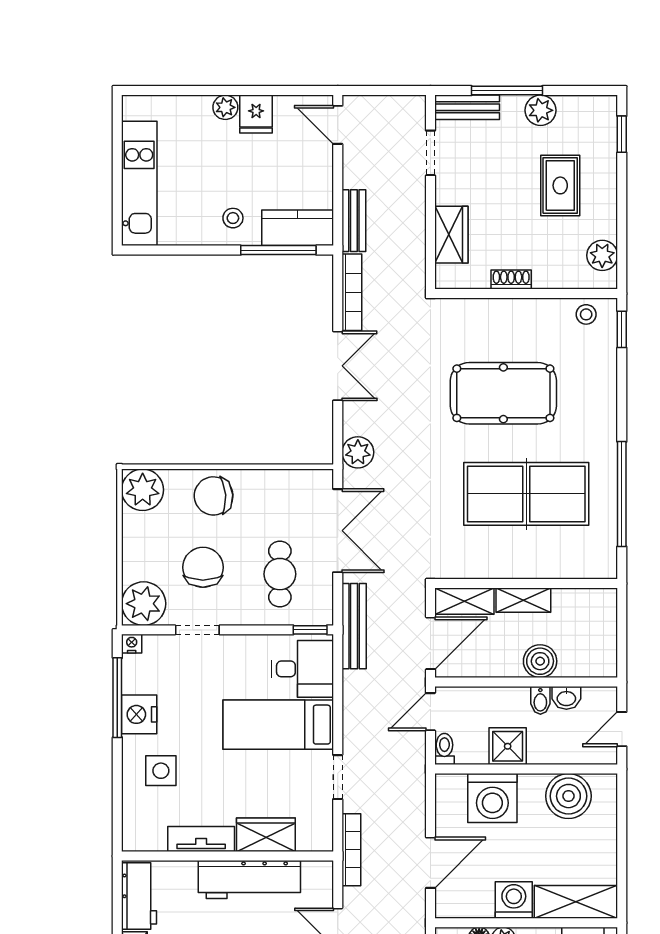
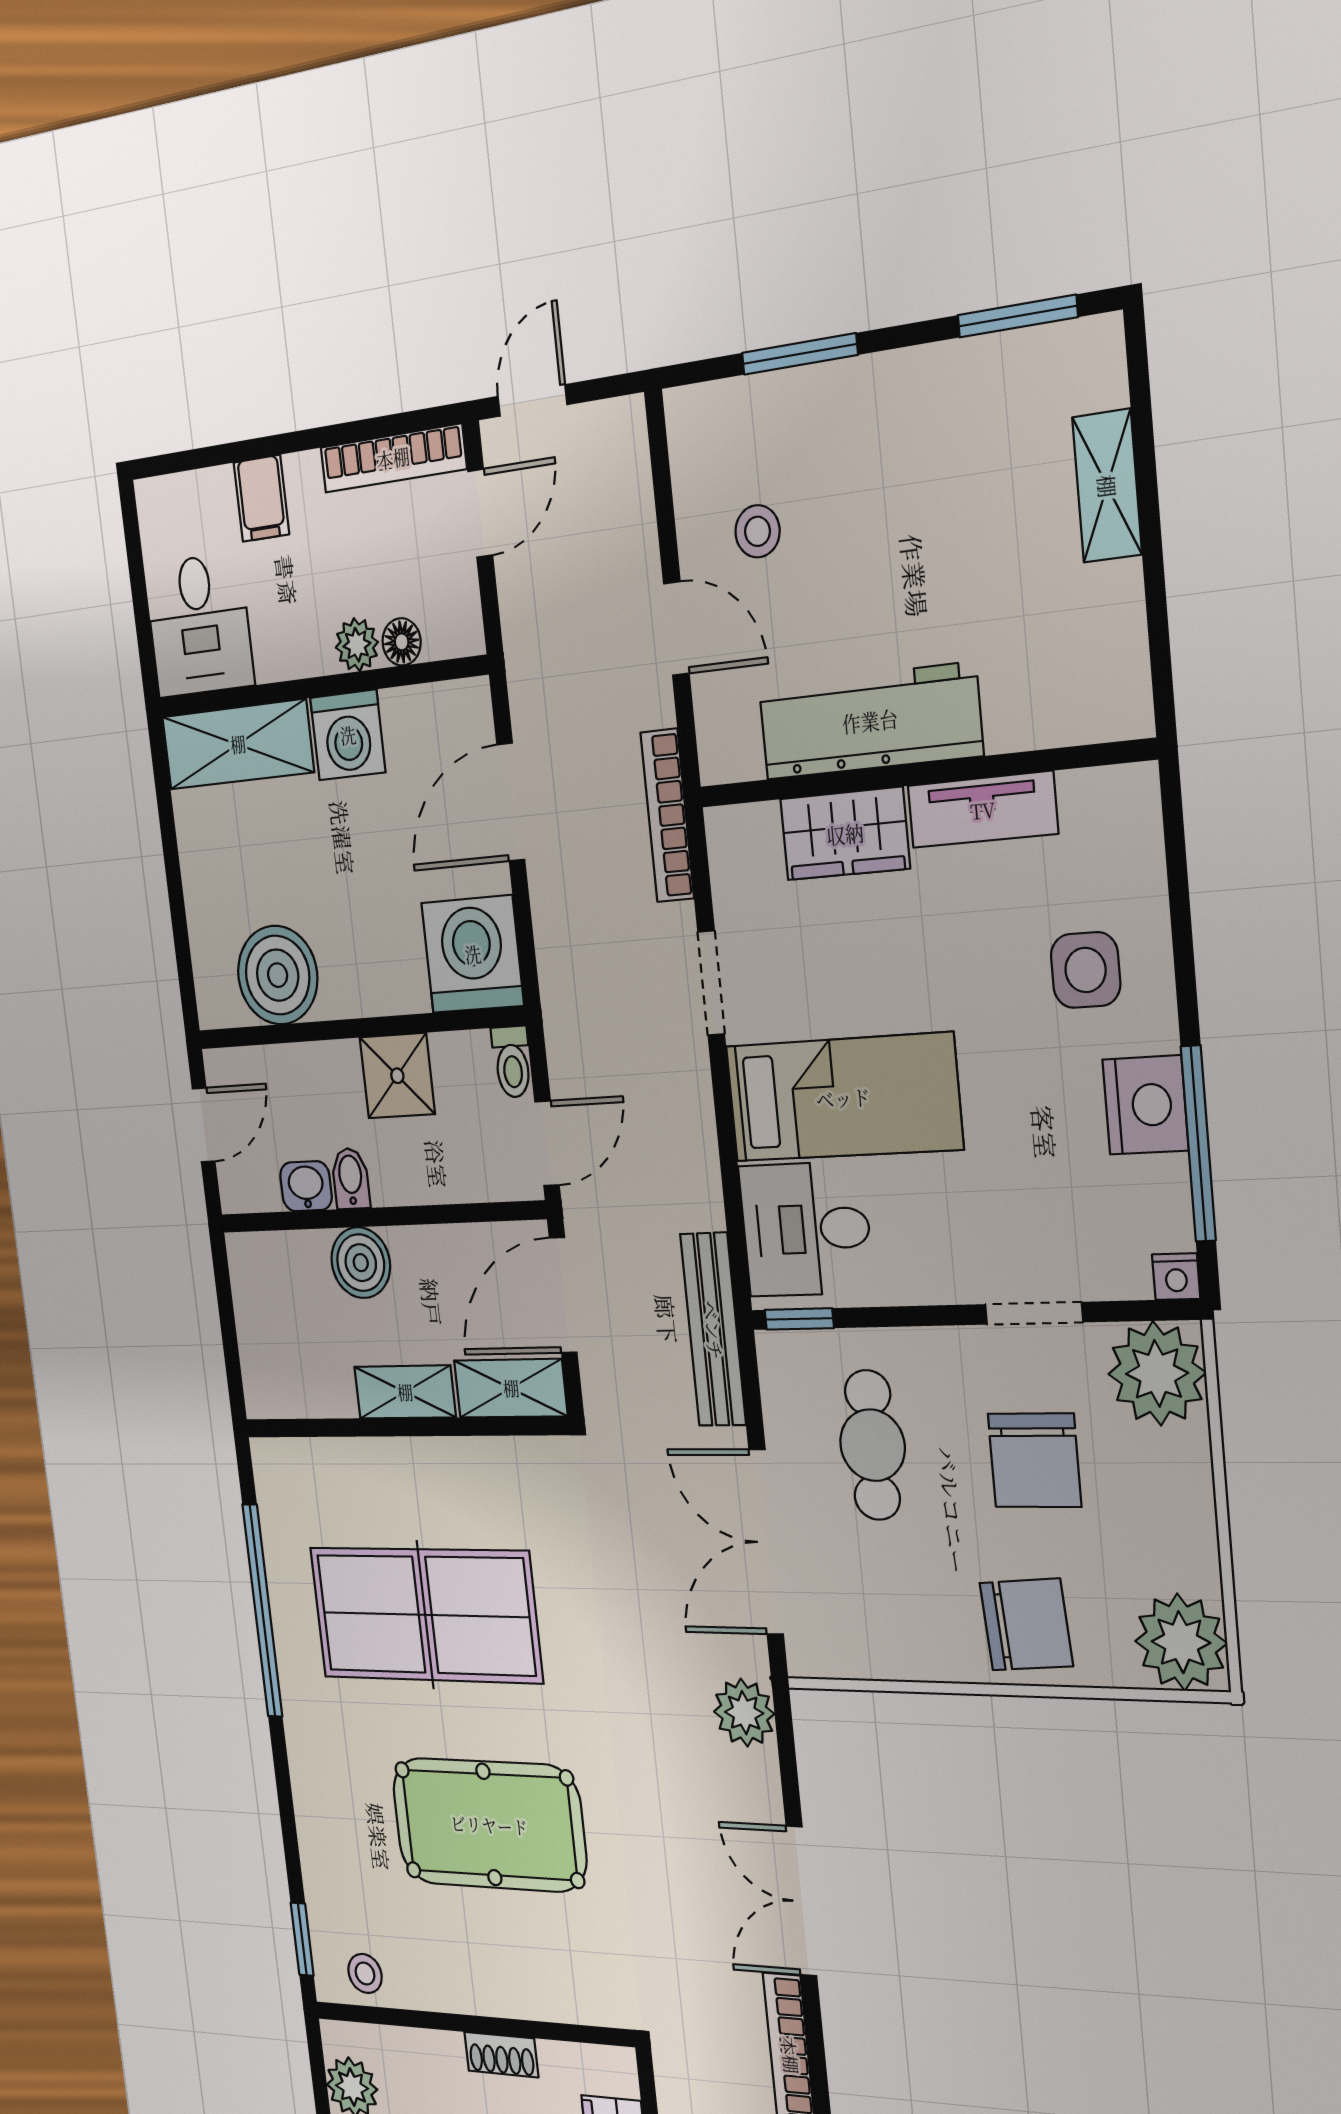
washing machine: (492, 798) -> (473, 954), moved
workbench: (139, 896) -> (1110, 651), removed

